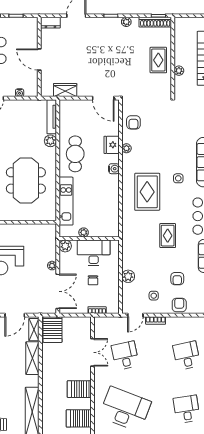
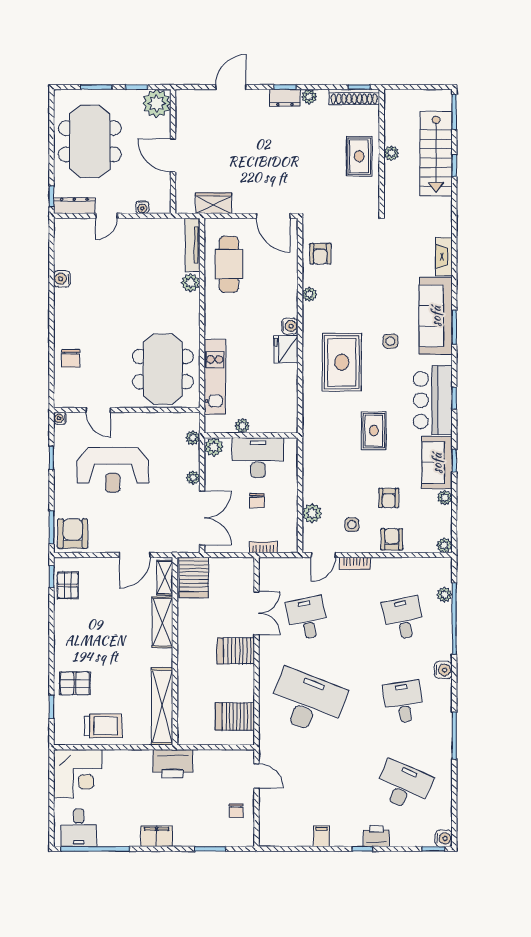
dresser: (50, 23) -> (285, 98), moved
plant: (29, 26) -> (157, 103), added
plant: (179, 71) -> (391, 153), moved
fridge: (112, 145) -> (286, 349), moved
cafe table: (75, 154) -> (229, 264), moved
meeting table: (26, 180) -> (163, 369), moved
plant: (52, 240) -> (193, 438), added
plant: (128, 276) -> (312, 513), moved
server rack: (79, 389) -> (236, 651), moved

